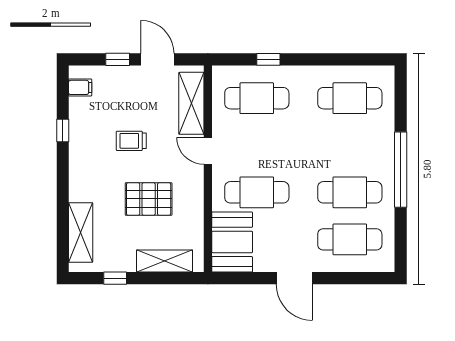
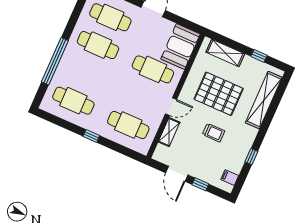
window: (268, 59) -> (91, 136), moved
shelving: (191, 103) -> (169, 132), width x0.67, depth x0.75
door: (208, 151) -> (171, 107), hinge flipped
window: (401, 170) -> (55, 61), moved
pallet: (149, 199) -> (219, 94), width x1.37, depth x1.41
shelving: (81, 232) -> (264, 100), width x1.47

